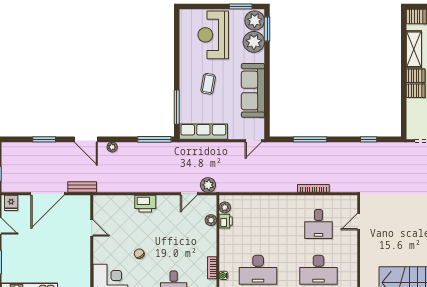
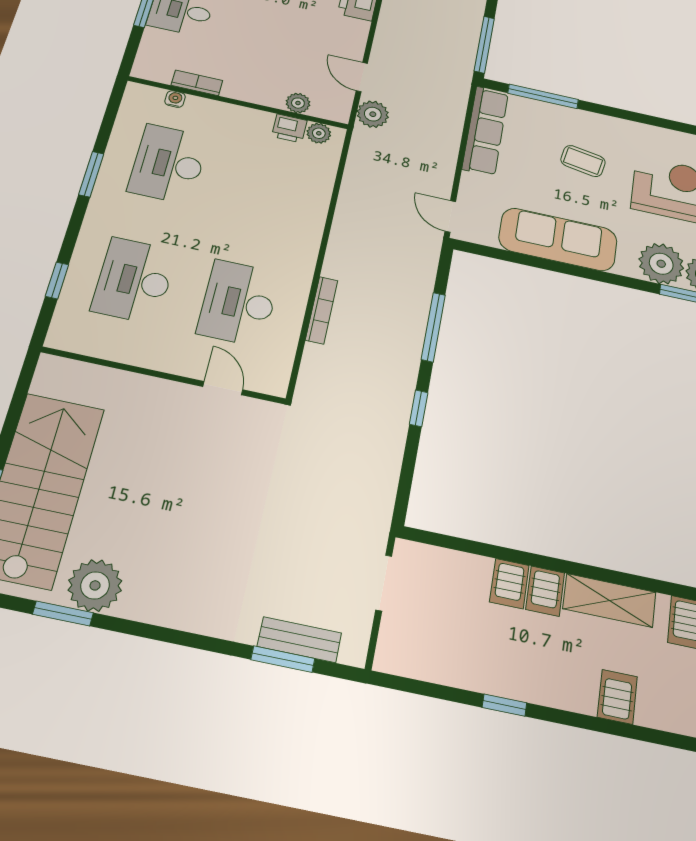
window: (369, 139) -> (419, 408), moved
desk: (319, 224) -> (239, 303), width x1.37

